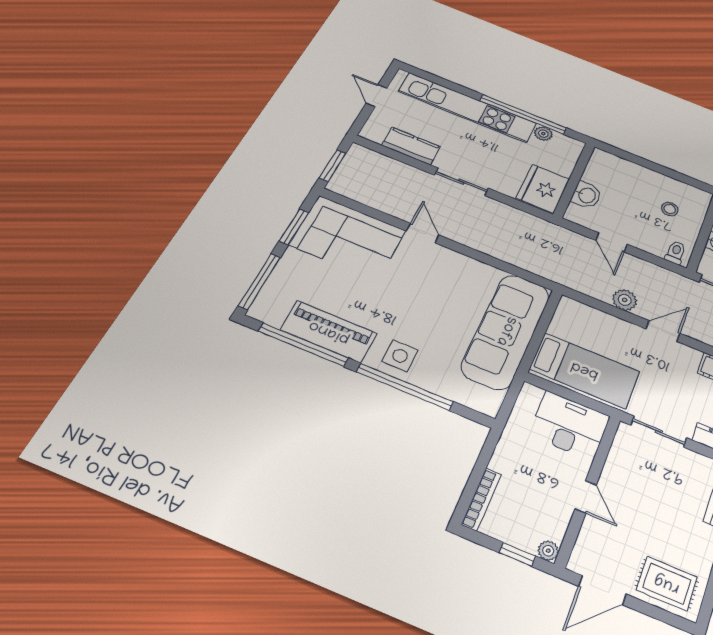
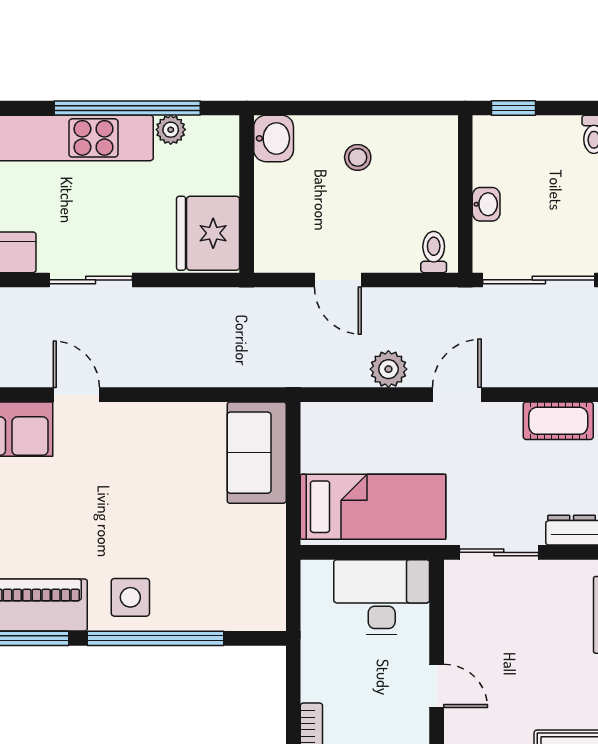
washbasin: (586, 195) -> (274, 138), moved
stool: (670, 209) -> (358, 157), moved
sofa: (506, 331) -> (257, 453), width x0.54, depth x0.79

